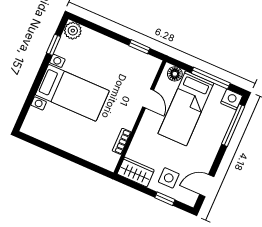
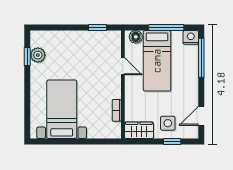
plant: (73, 31) -> (38, 55), moved
bed with nightstands: (72, 93) -> (62, 109), moved, turned -90

